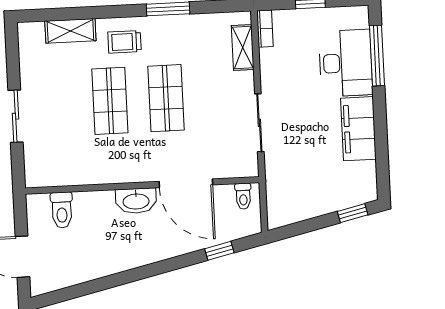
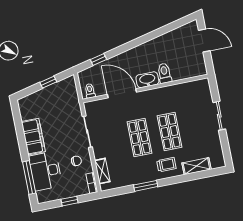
chair: (287, 73) -> (76, 161), added
toilet: (62, 210) -> (164, 73), moved
window: (353, 213) -> (48, 82), moved

